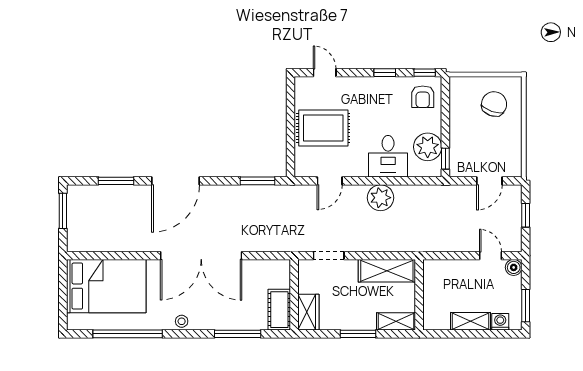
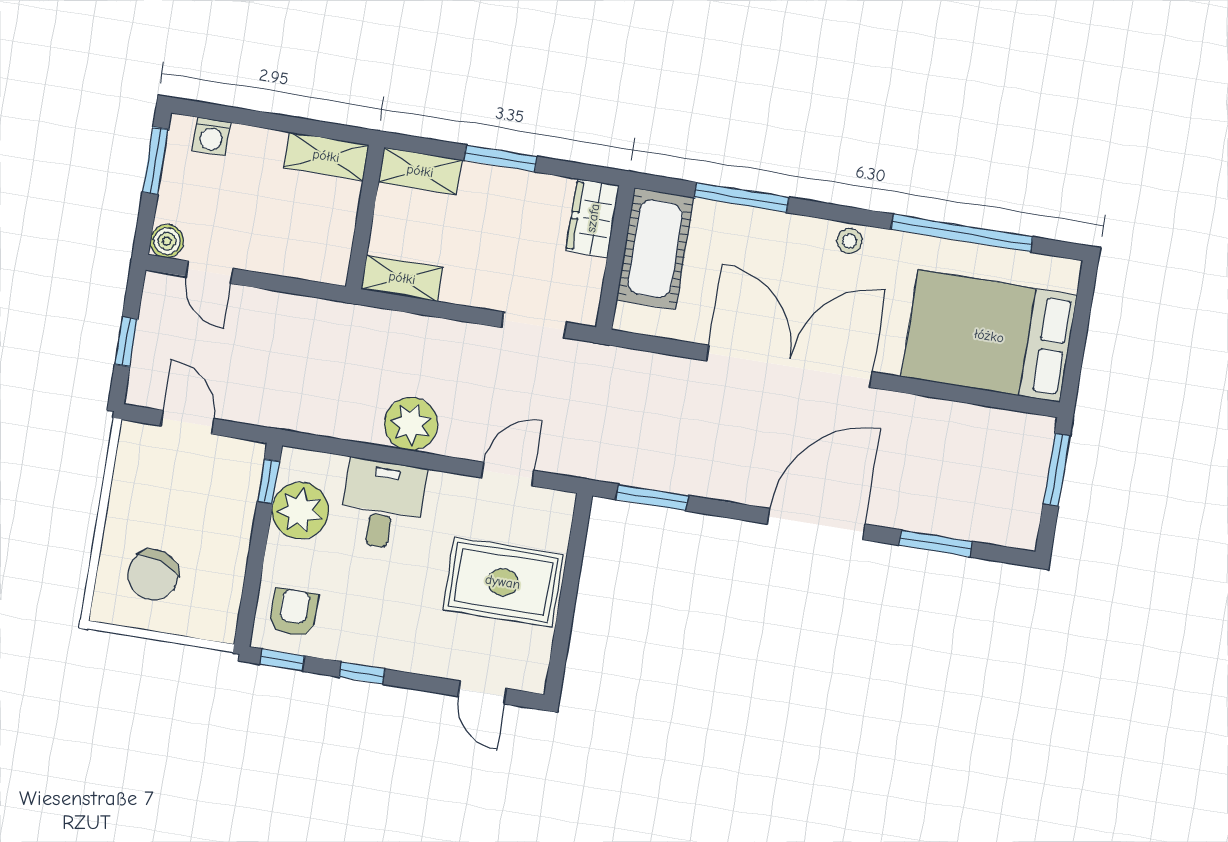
door: (489, 181) -> (187, 422), hinge flipped
window: (63, 211) -> (1057, 470), moved
shelving: (387, 271) -> (402, 278), width x0.67, depth x0.75
cot: (279, 310) -> (655, 249), width x1.37, depth x1.34
shelving: (471, 321) -> (326, 156), moved

